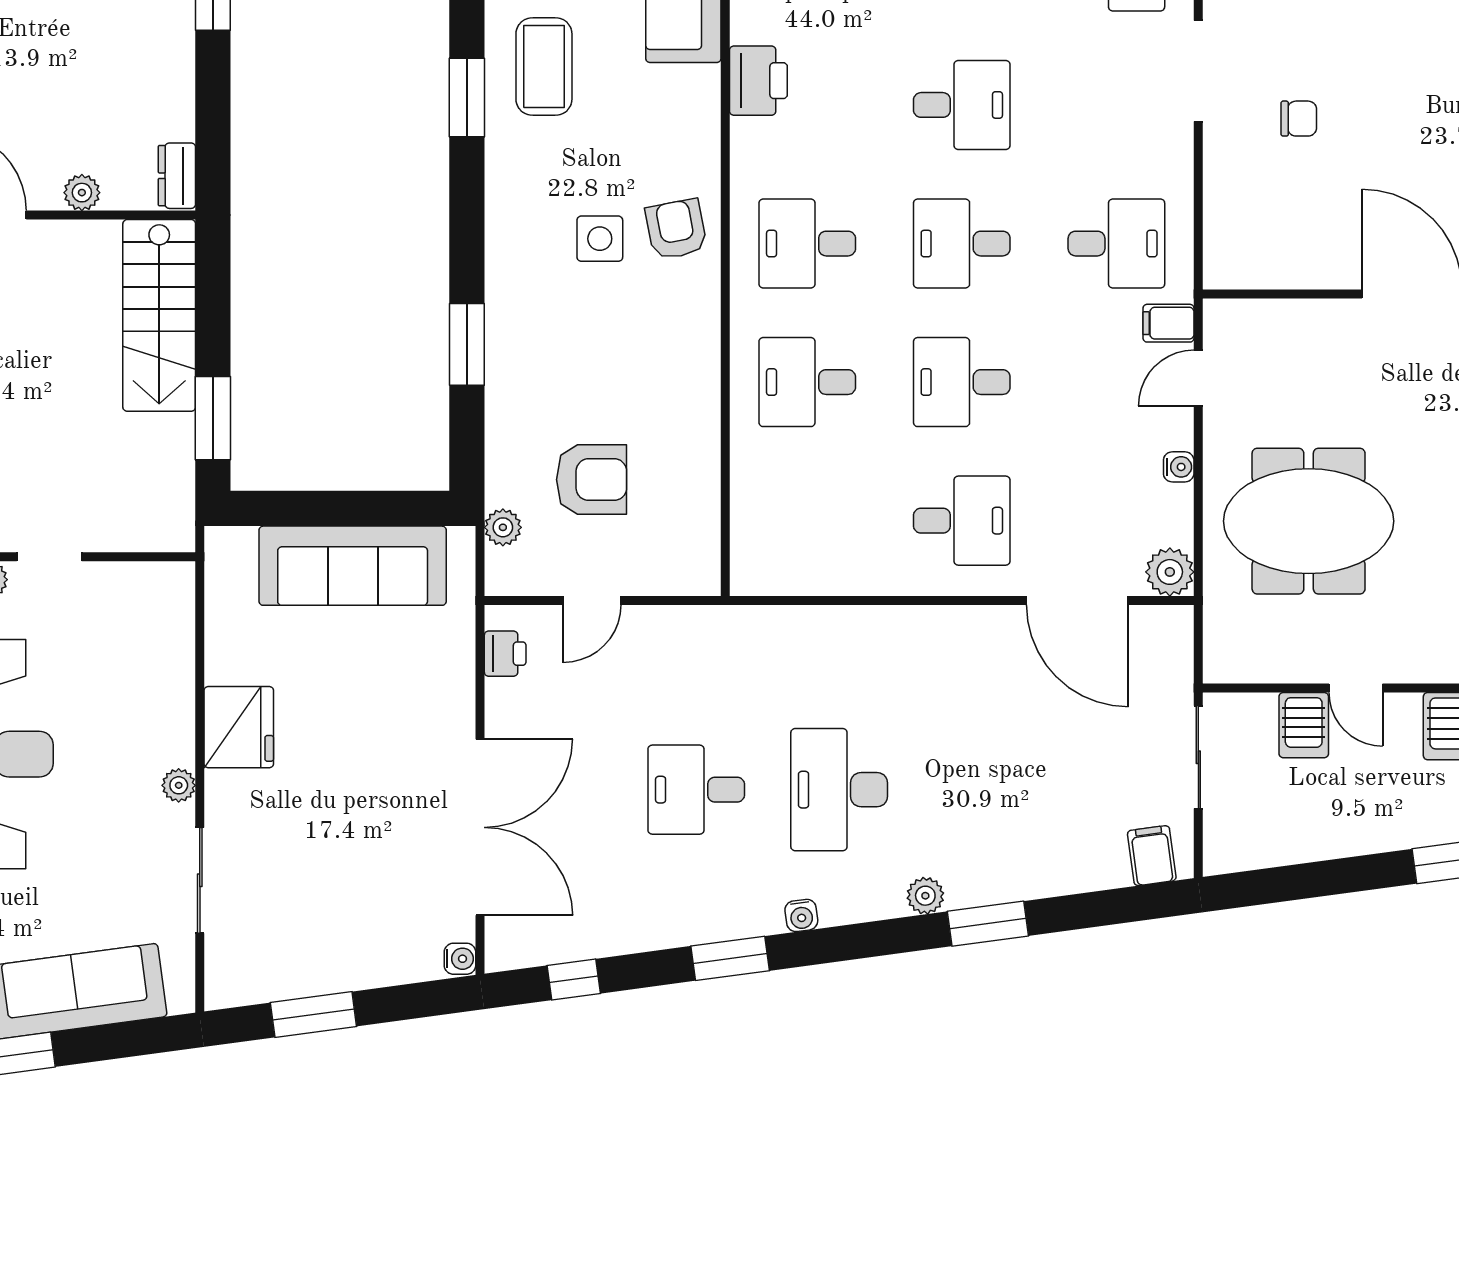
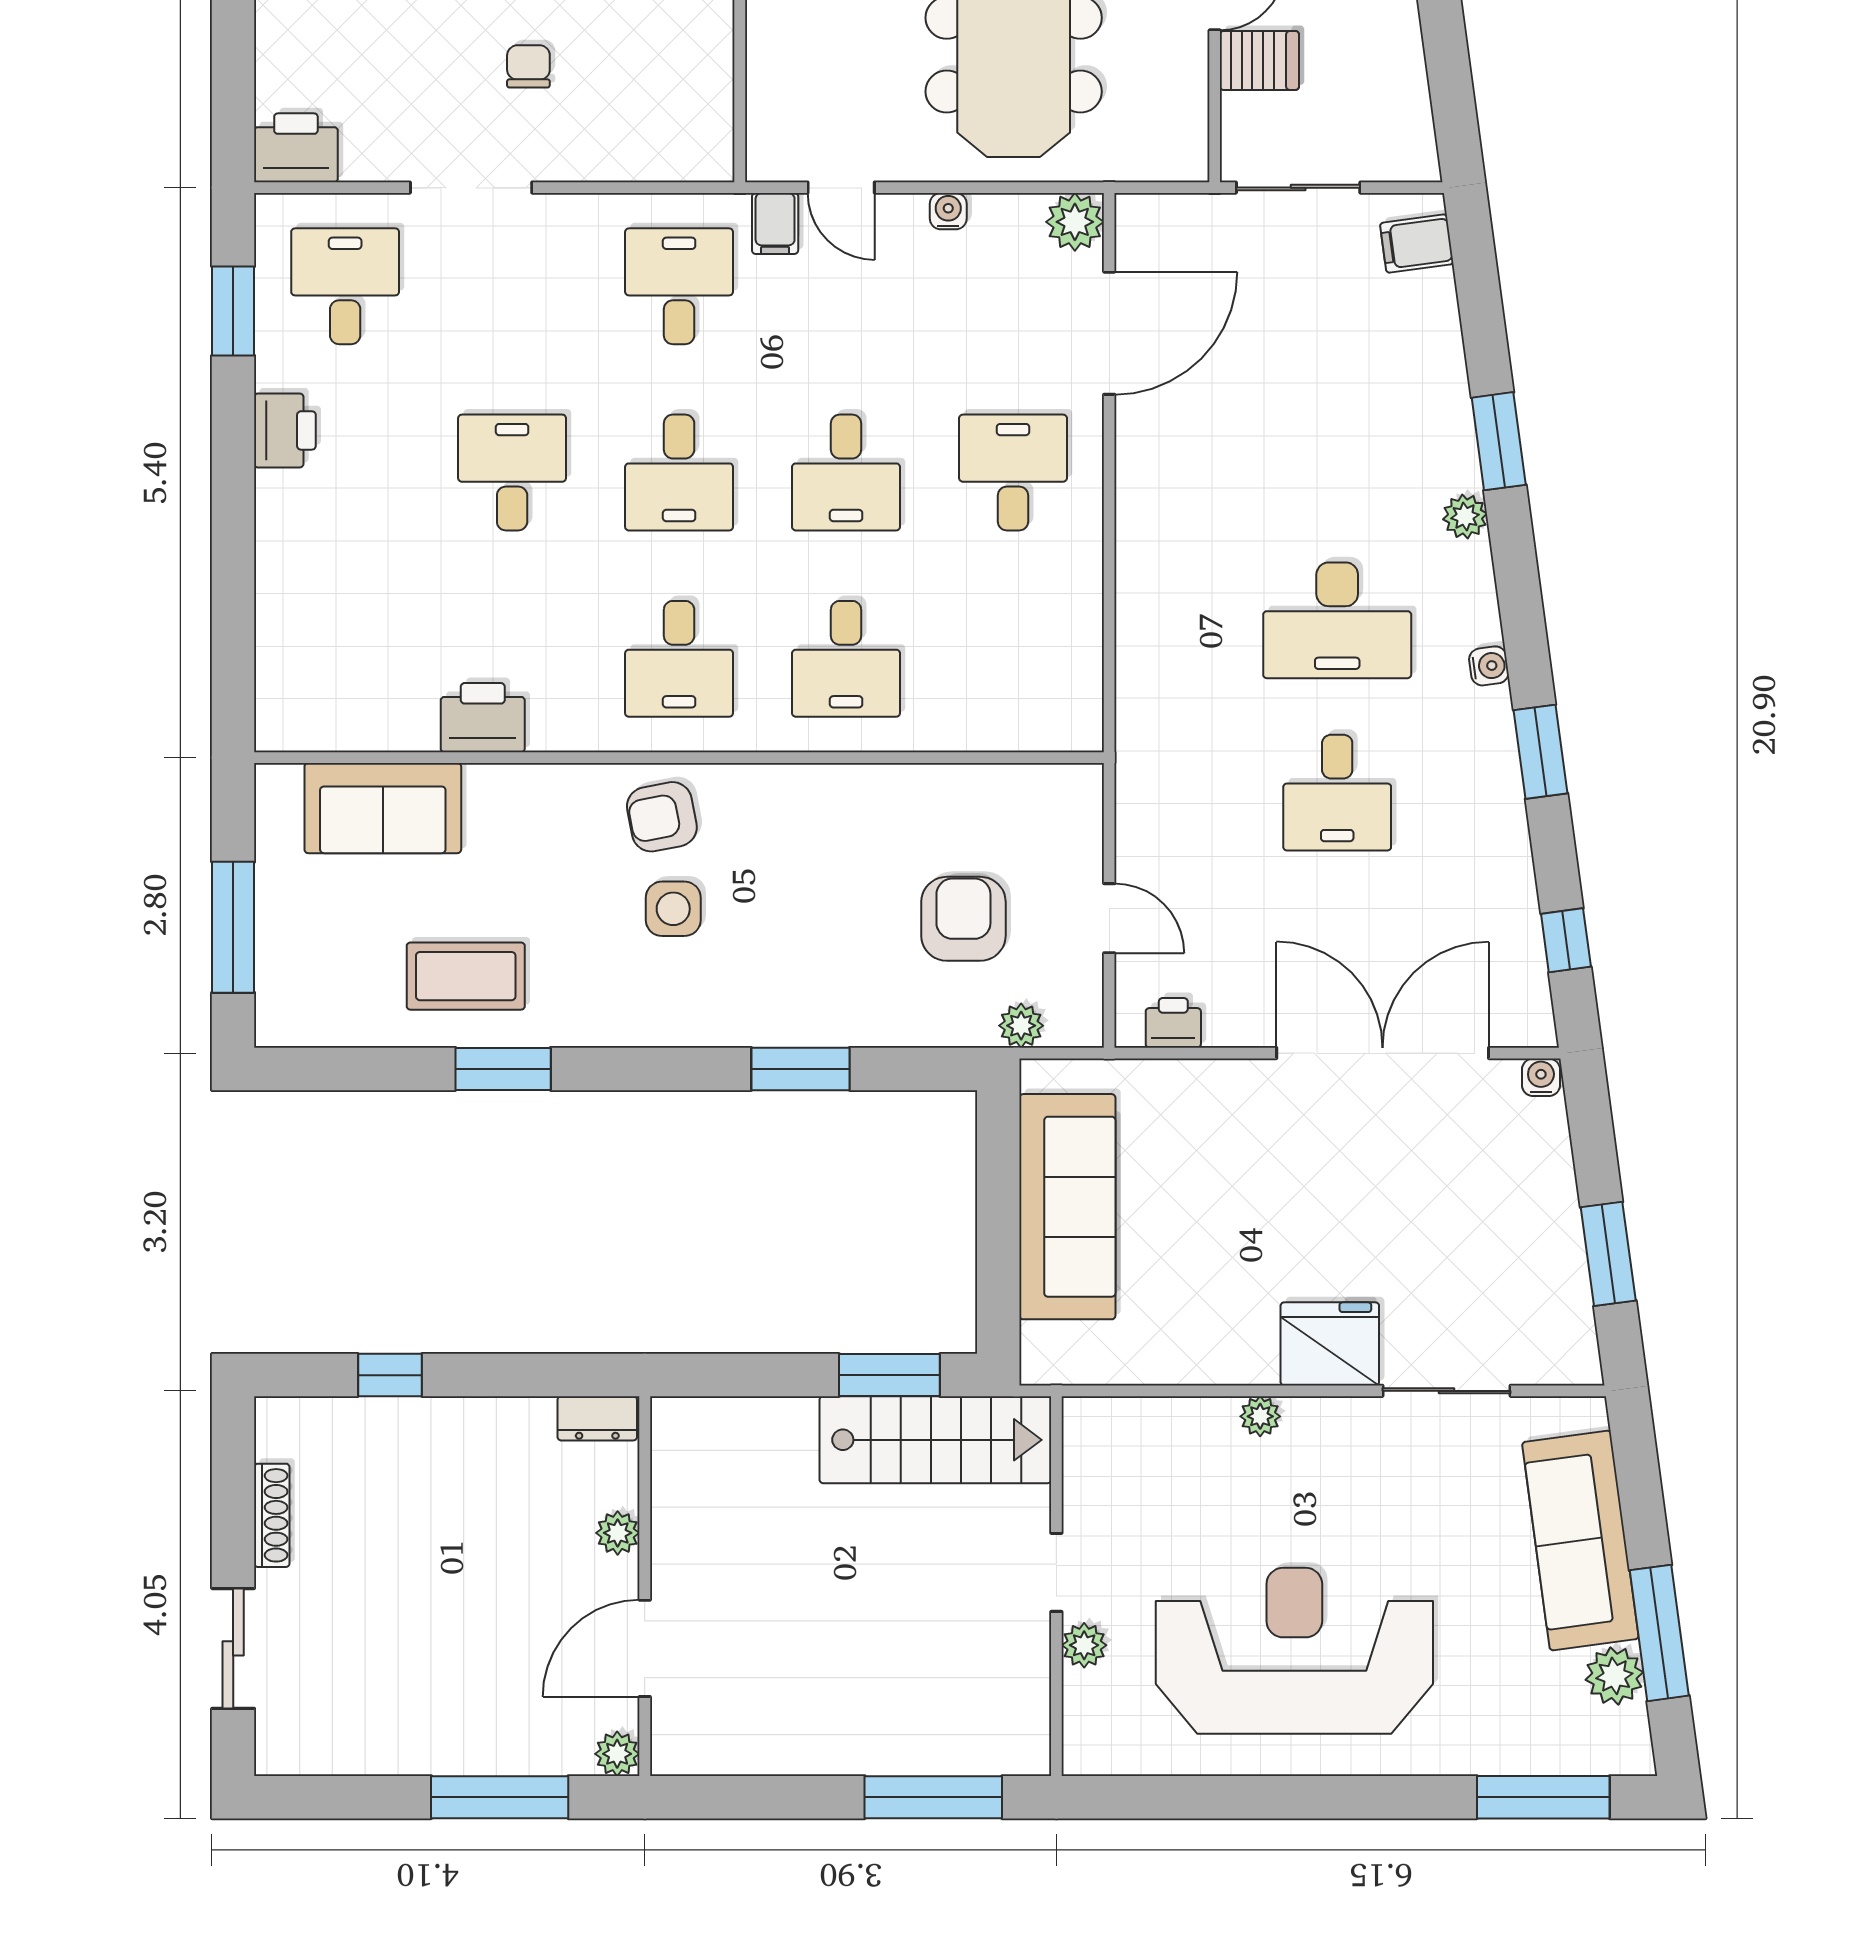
stairs: (159, 315) -> (935, 1440), moved
fridge: (239, 727) -> (1330, 1344), moved
plant: (179, 785) -> (1260, 1416), moved

